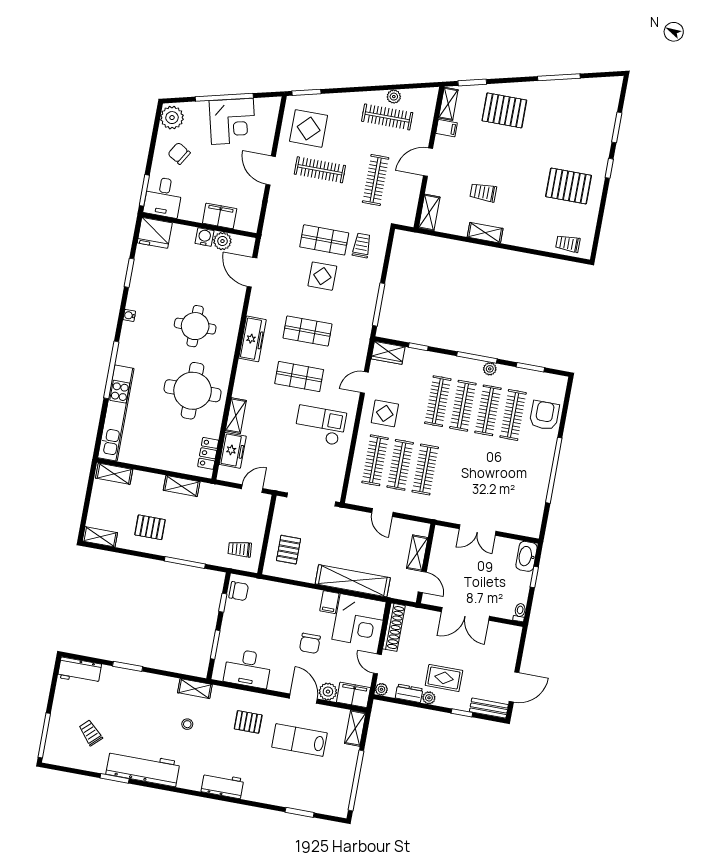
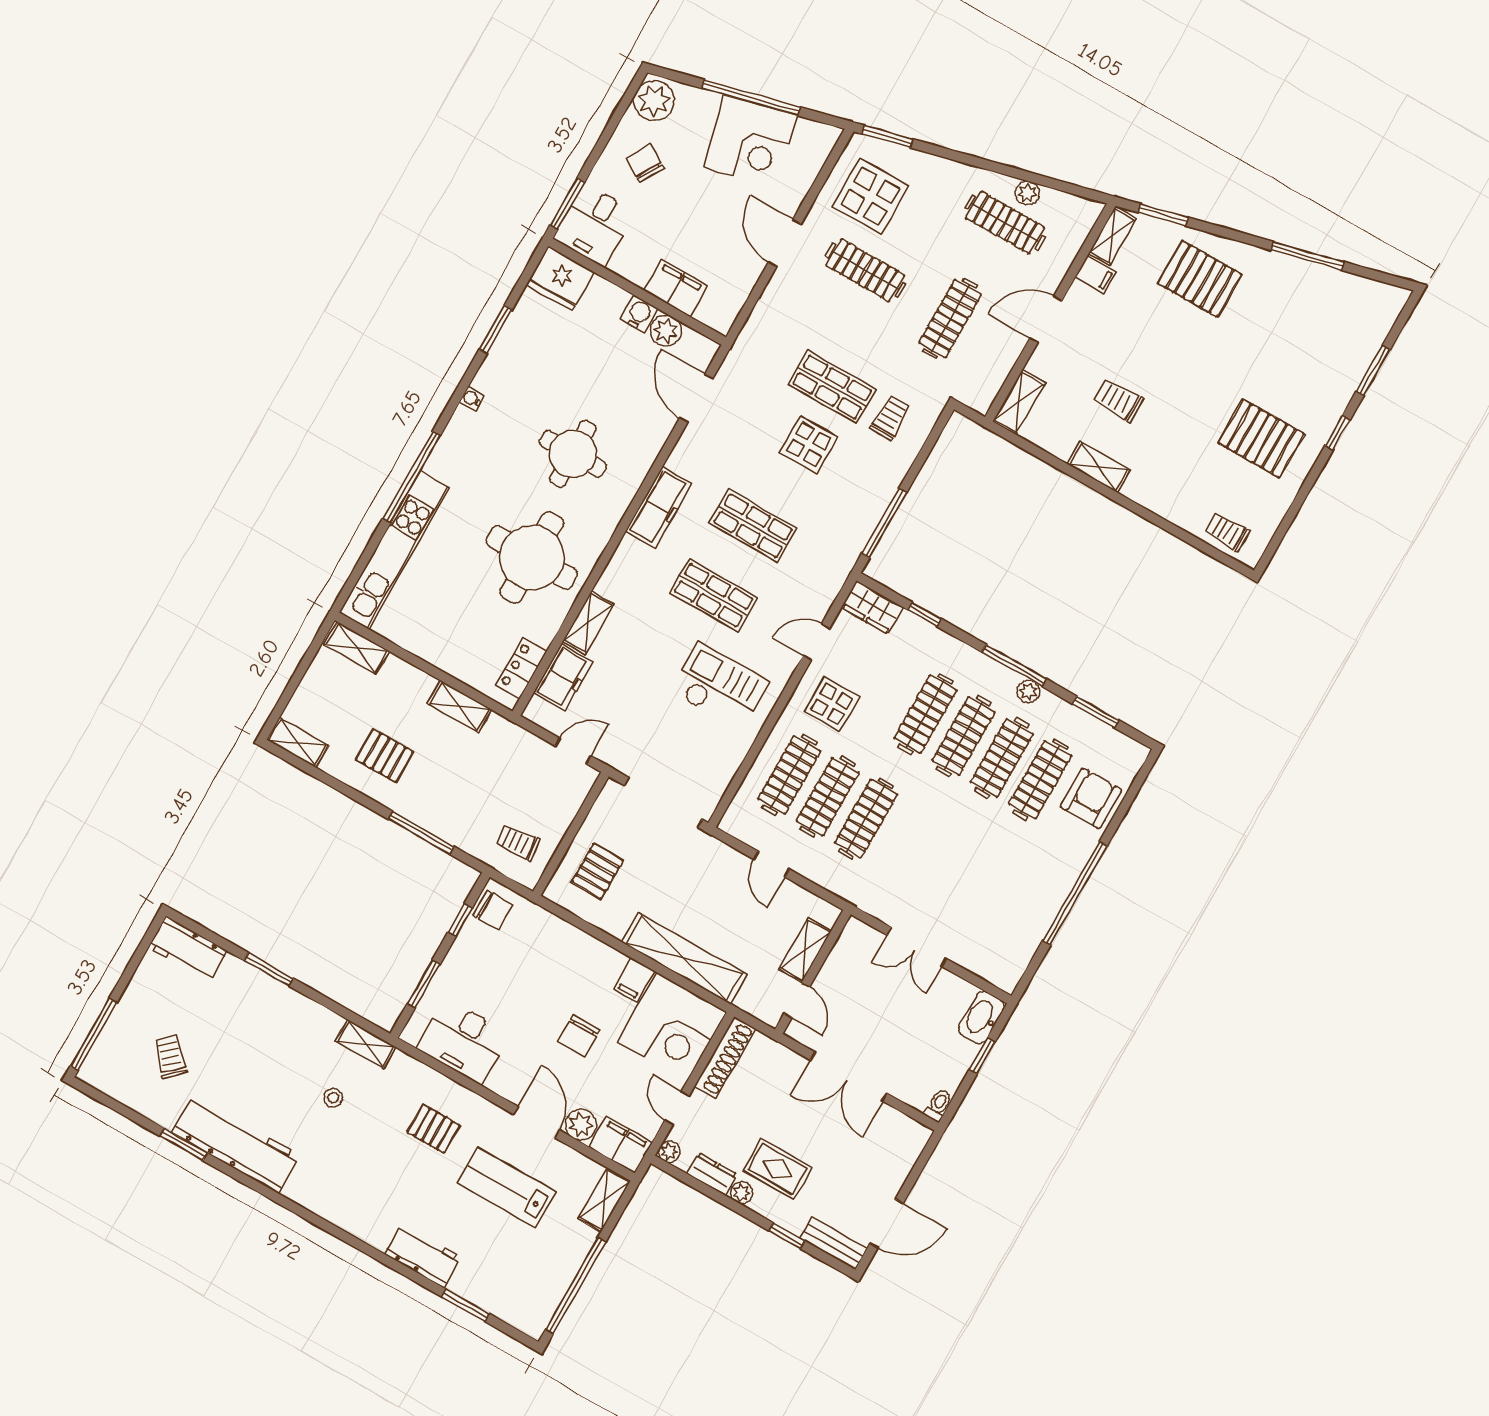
workbench: (222, 785) -> (423, 1256), moved

